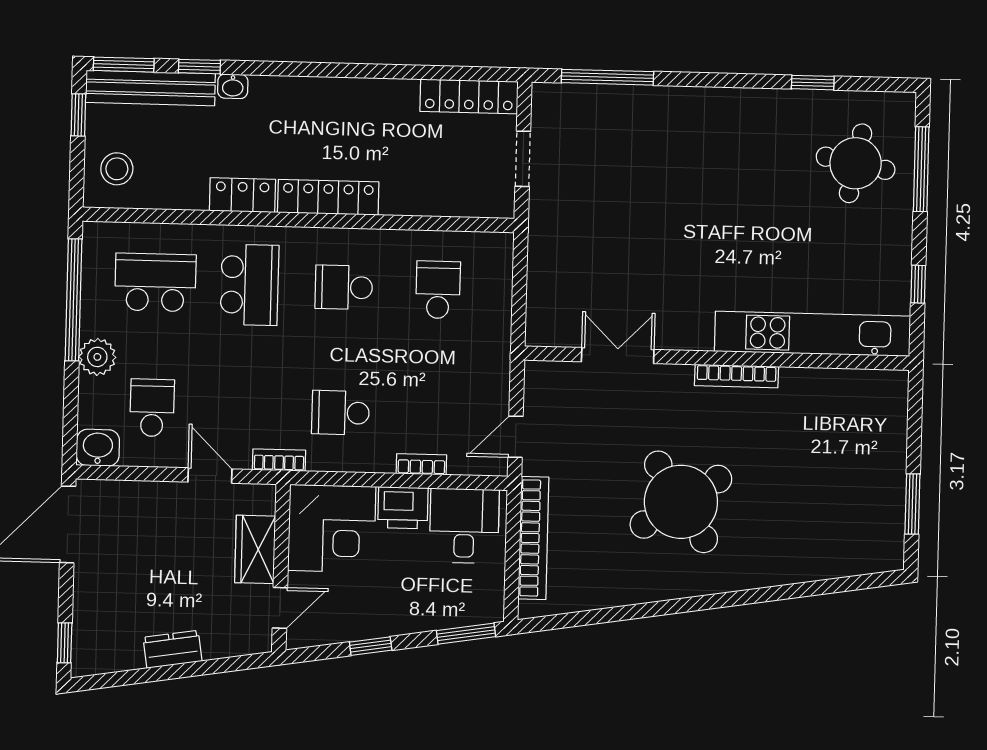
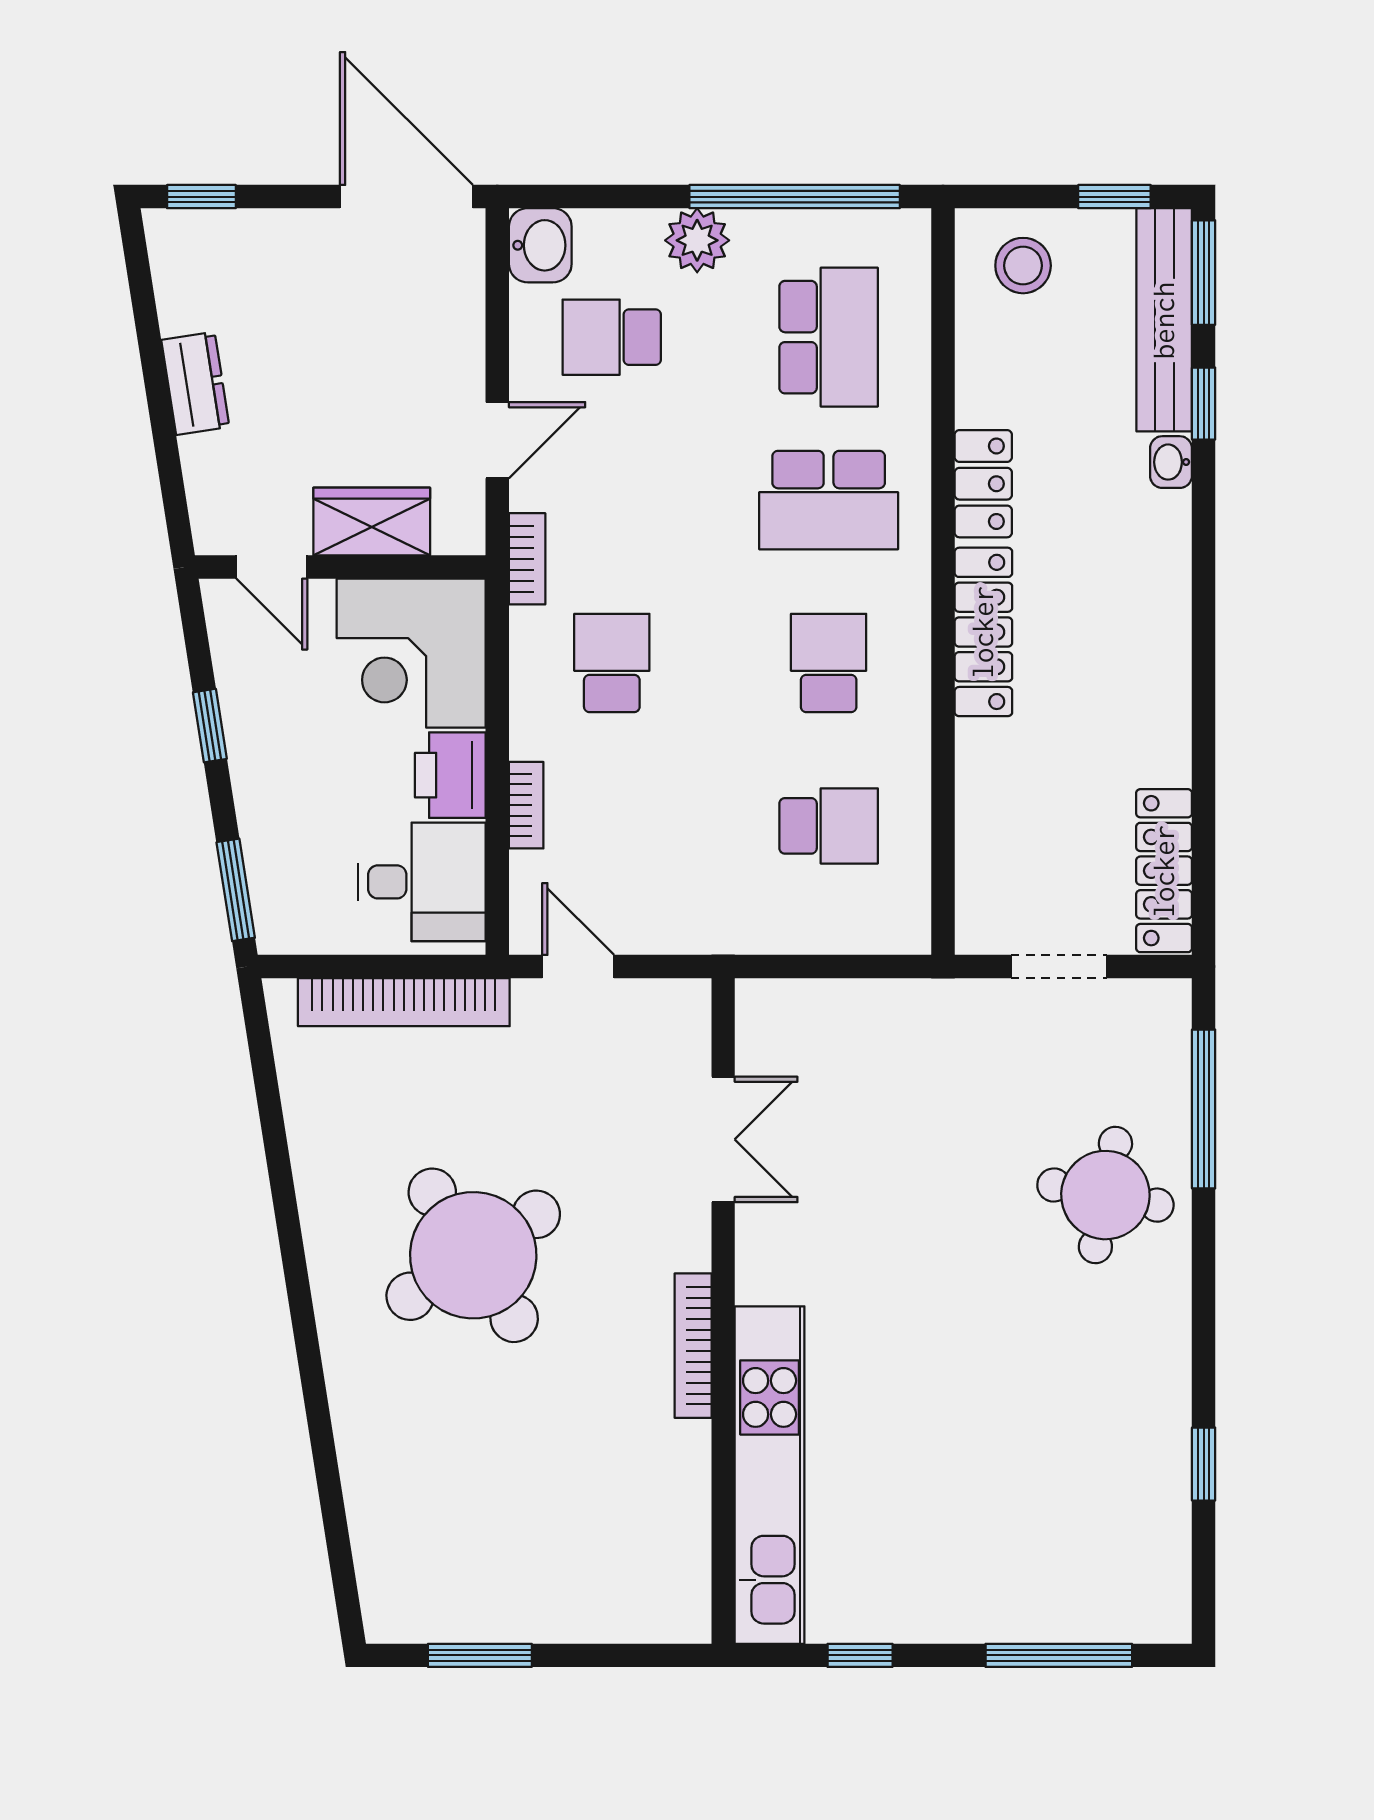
round table: (856, 163) -> (1105, 1195), moved
school desk: (152, 408) -> (612, 337), turned 180

